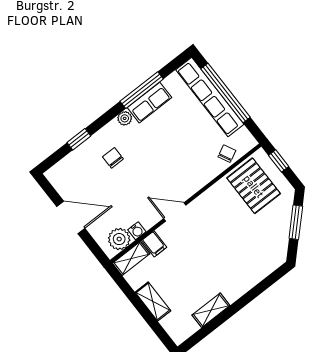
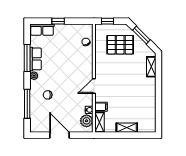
window: (226, 93) -> (58, 21), width x0.32
row of seats: (210, 97) -> (42, 30), width x0.50
window: (79, 139) -> (27, 104), width x2.17
pallet: (254, 186) -> (120, 45), moved
door: (71, 217) -> (60, 135), hinge flipped
shelving: (211, 310) -> (151, 67), moved

